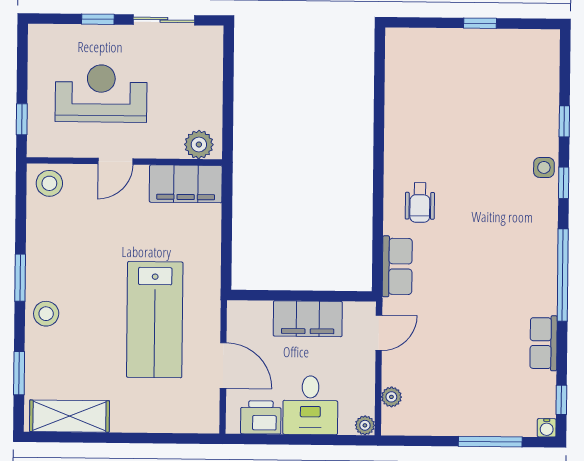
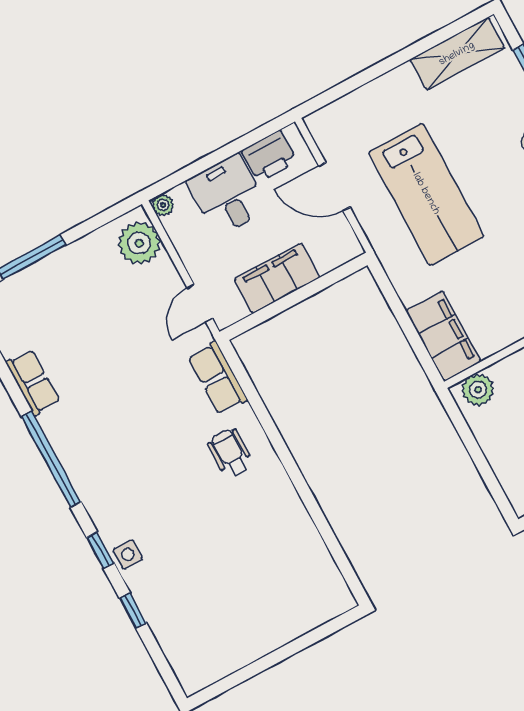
window: (480, 23) -> (269, 661), removed
filing cabinet: (186, 184) -> (443, 336), moved, turned 90
lab bench: (155, 320) -> (426, 194), turned 180
plant: (391, 397) -> (139, 243), width x1.88, depth x1.88

